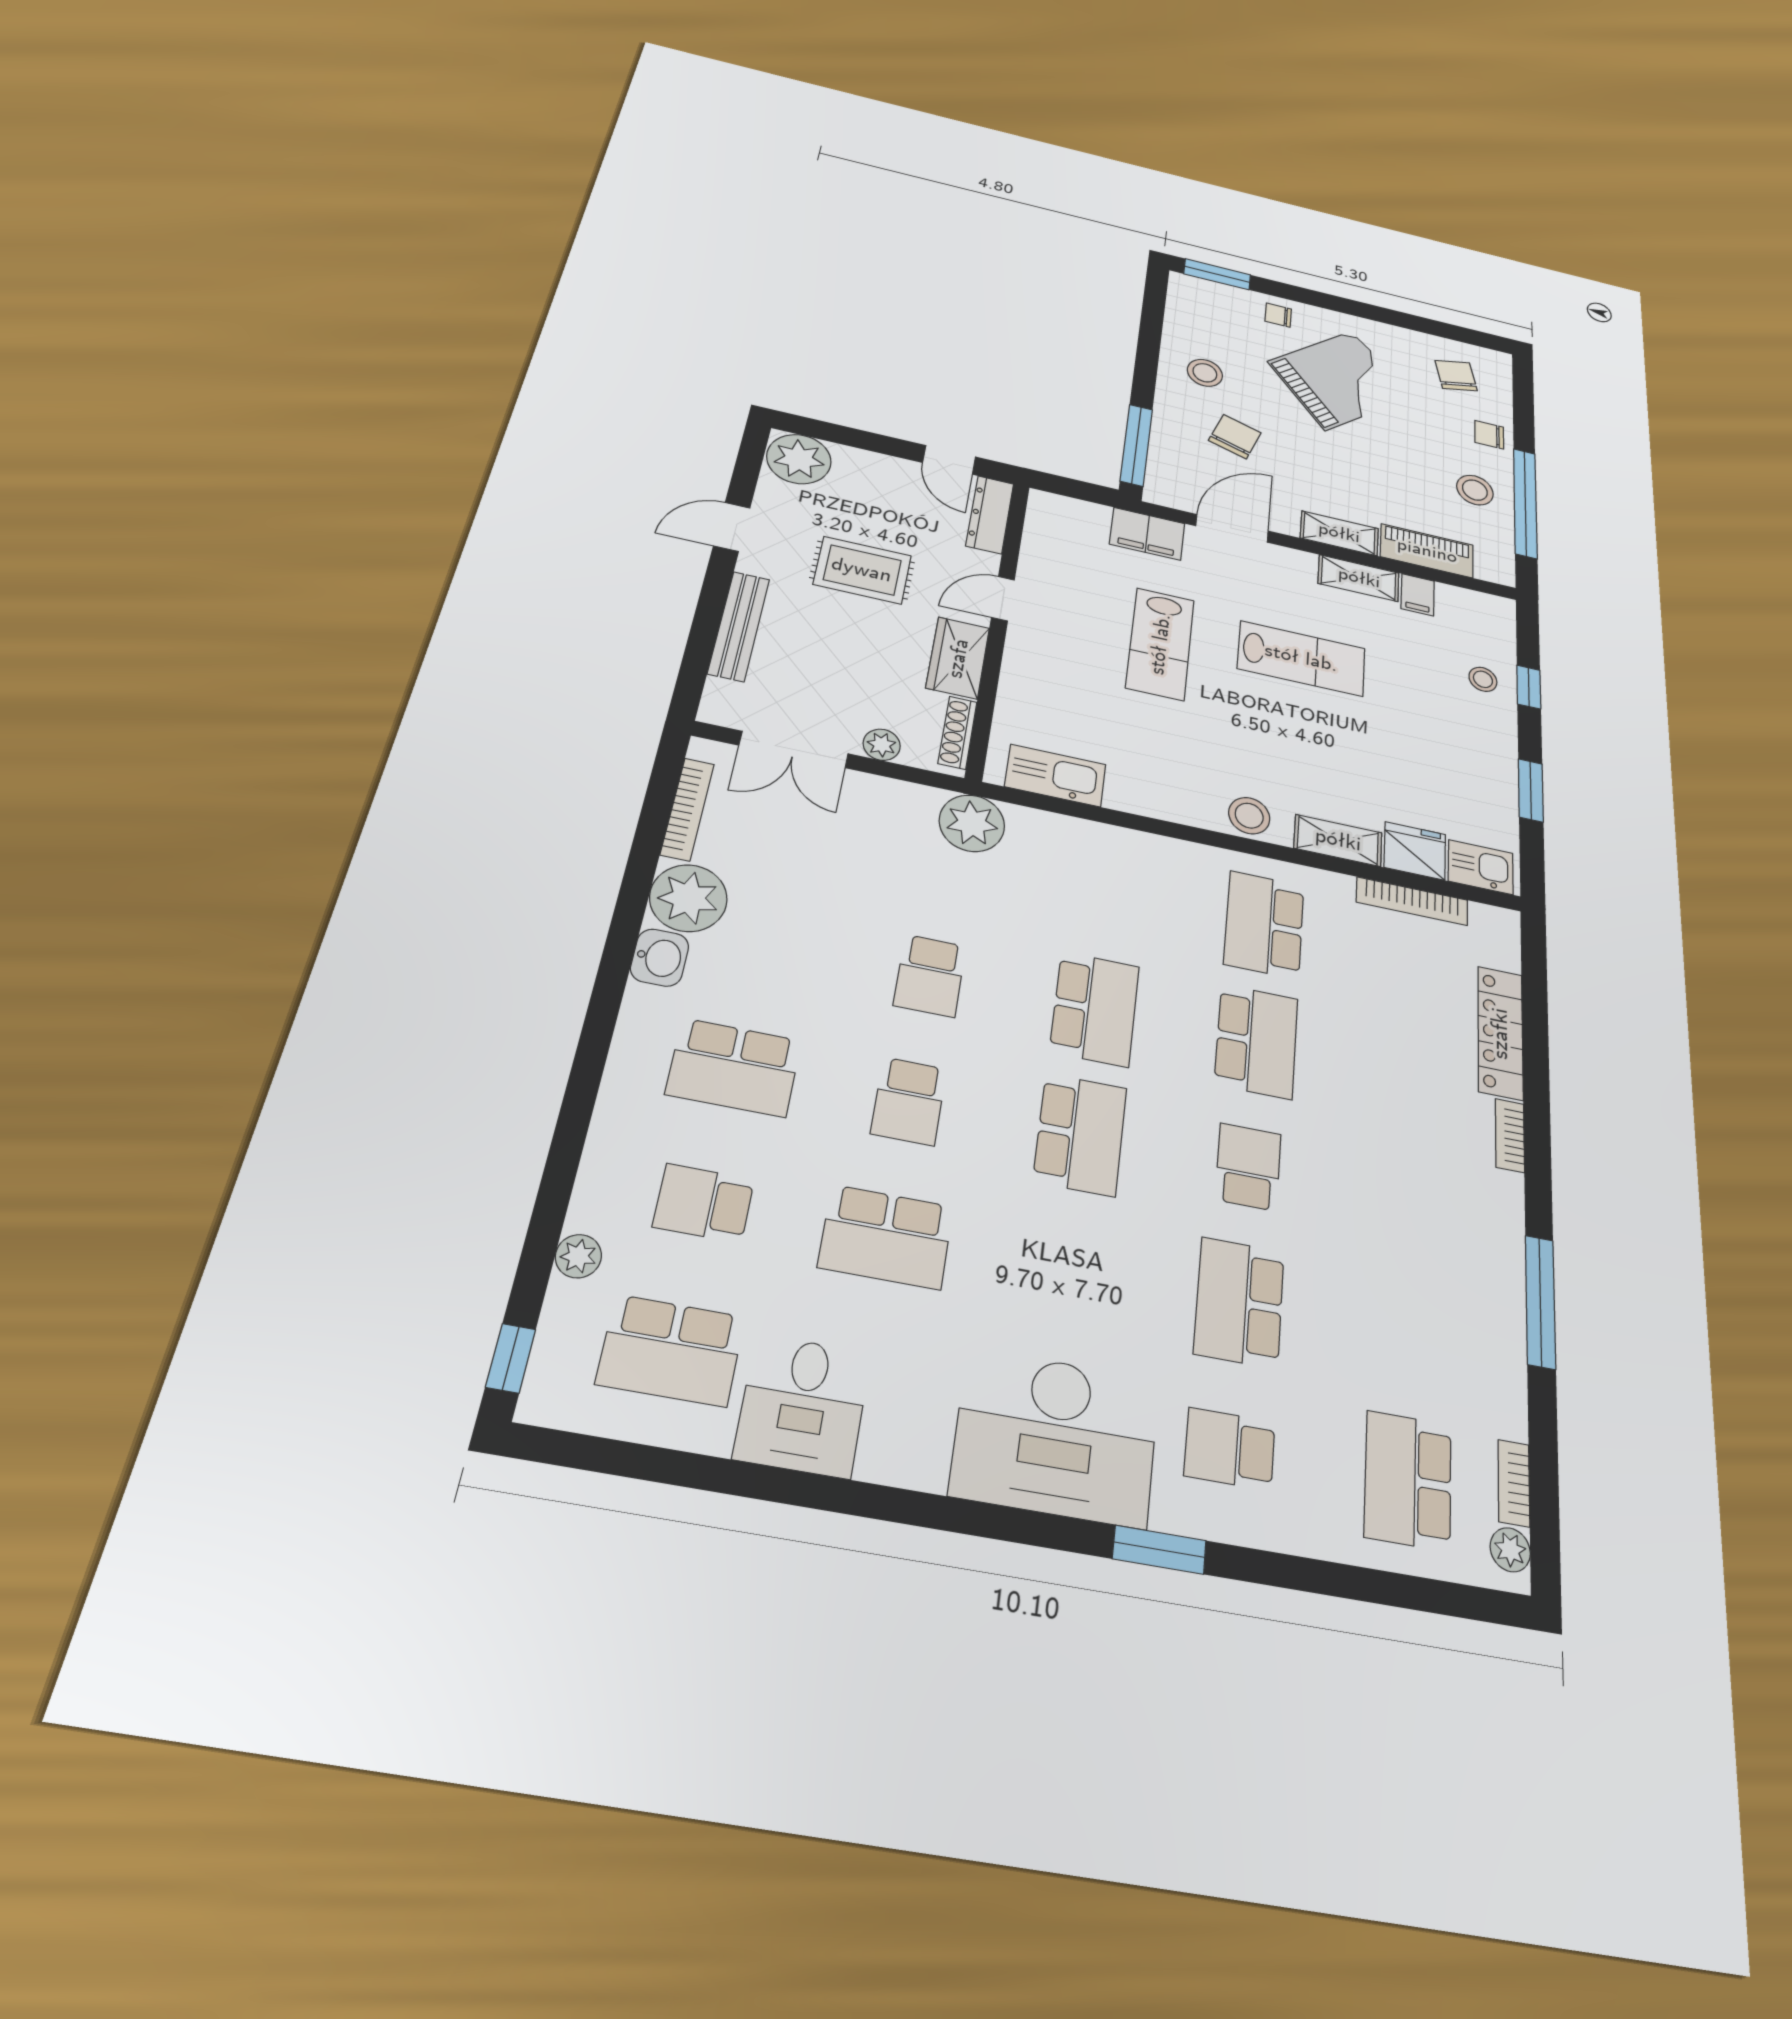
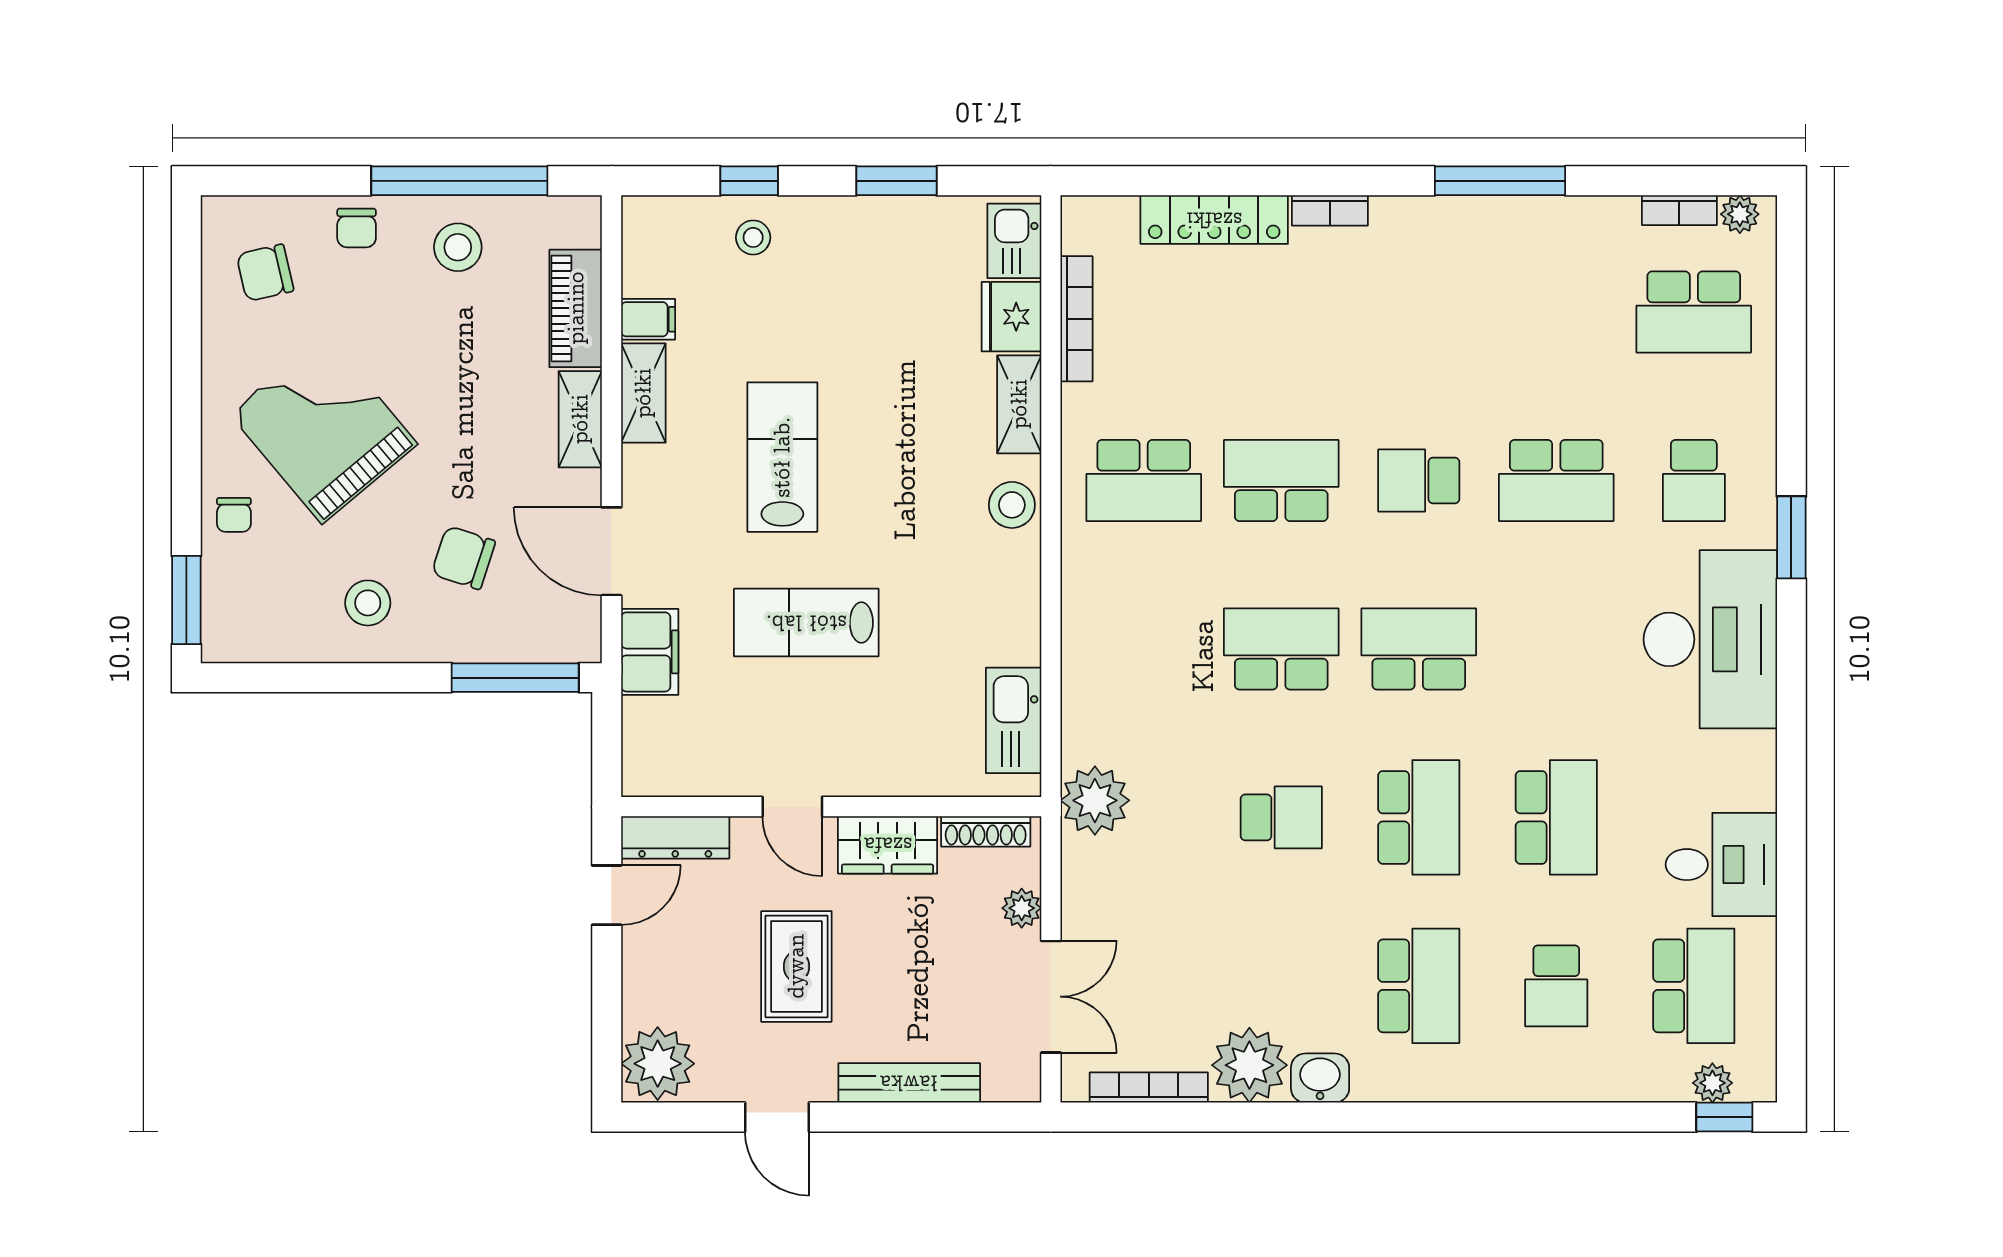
lab bench: (1160, 644) -> (806, 623), turned 180
school desk: (909, 1101) -> (1419, 817), width x1.85
plant: (578, 1256) -> (1712, 1083), moved

